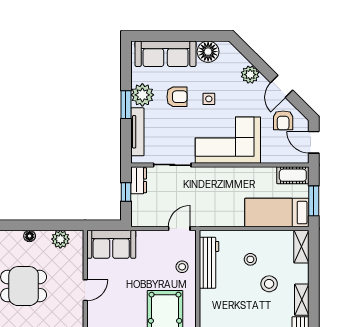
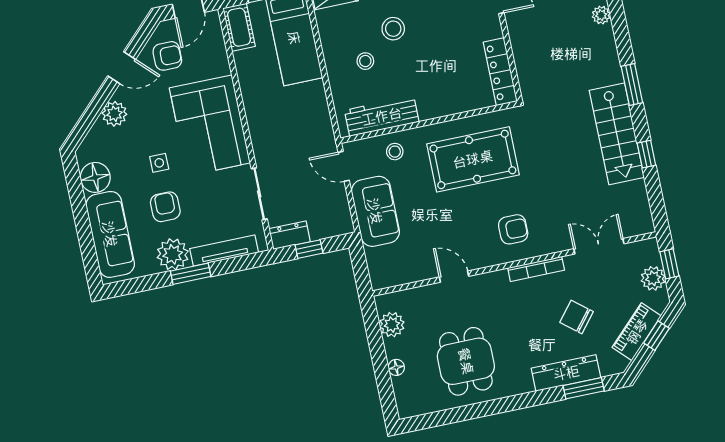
sofa: (111, 244) -> (375, 211), moved

